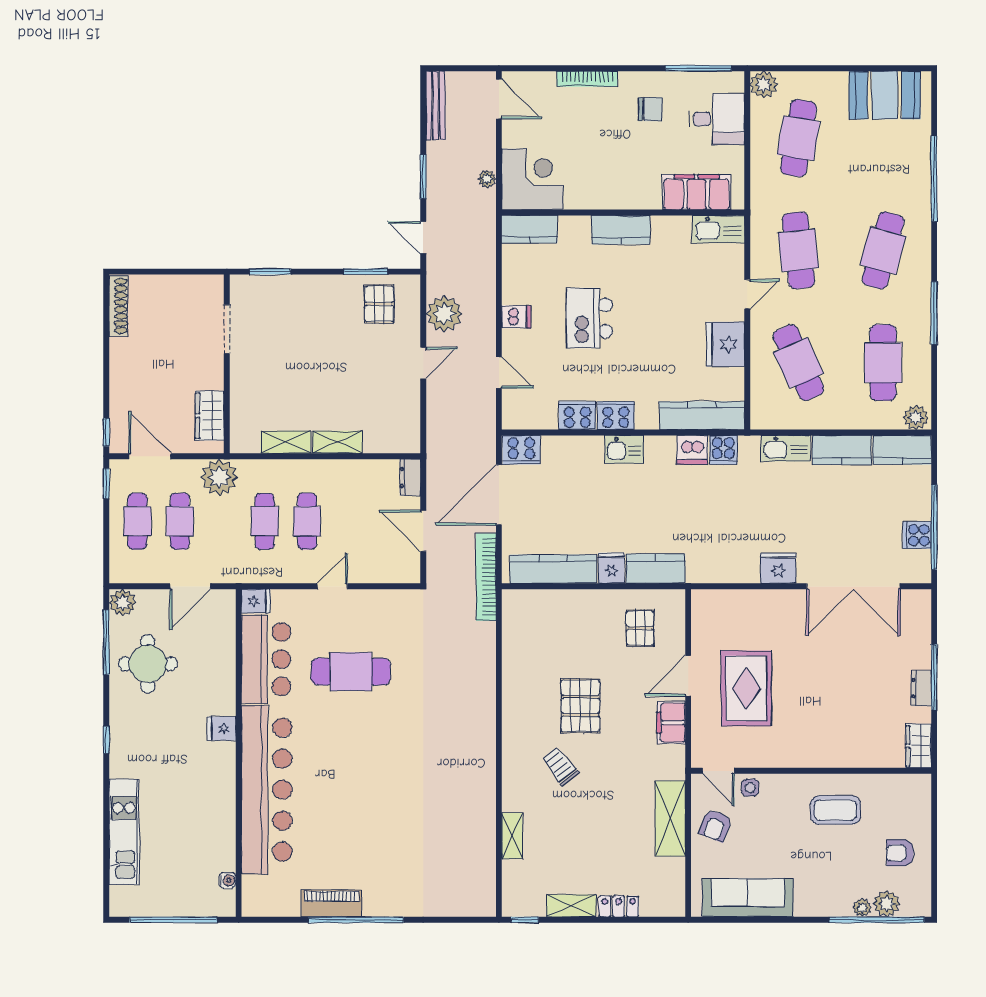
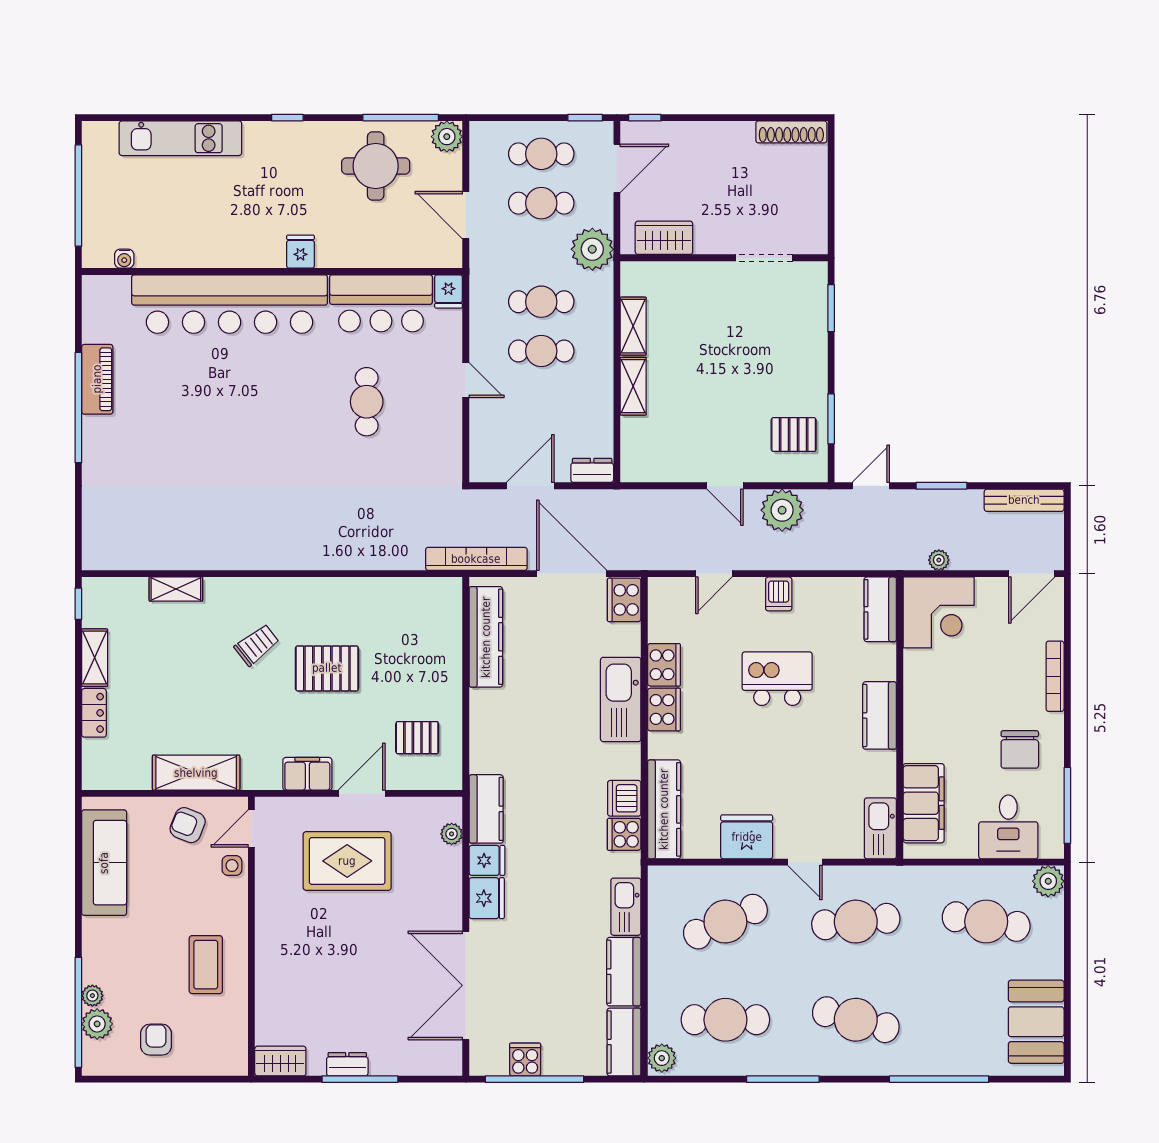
chair: (650, 109) -> (1020, 749), width x1.37, depth x1.37
kitchen sink: (624, 449) -> (621, 700), width x1.87, depth x1.24
fridge: (611, 568) -> (487, 860), moved
kitchen counter: (656, 569) -> (486, 809), moved
plant: (723, 598) -> (452, 834), added
cafe table: (351, 672) -> (367, 402), width x0.73, depth x0.74
door: (688, 676) -> (362, 793), hinge flipped

